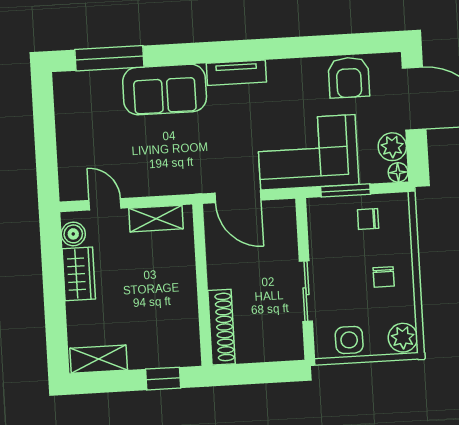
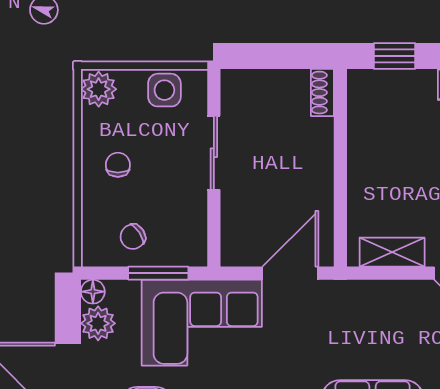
door: (238, 197) -> (290, 273), hinge flipped
chair: (368, 219) -> (133, 237), turned 147
shoe rack: (221, 327) -> (322, 93), width x0.51, depth x0.81

